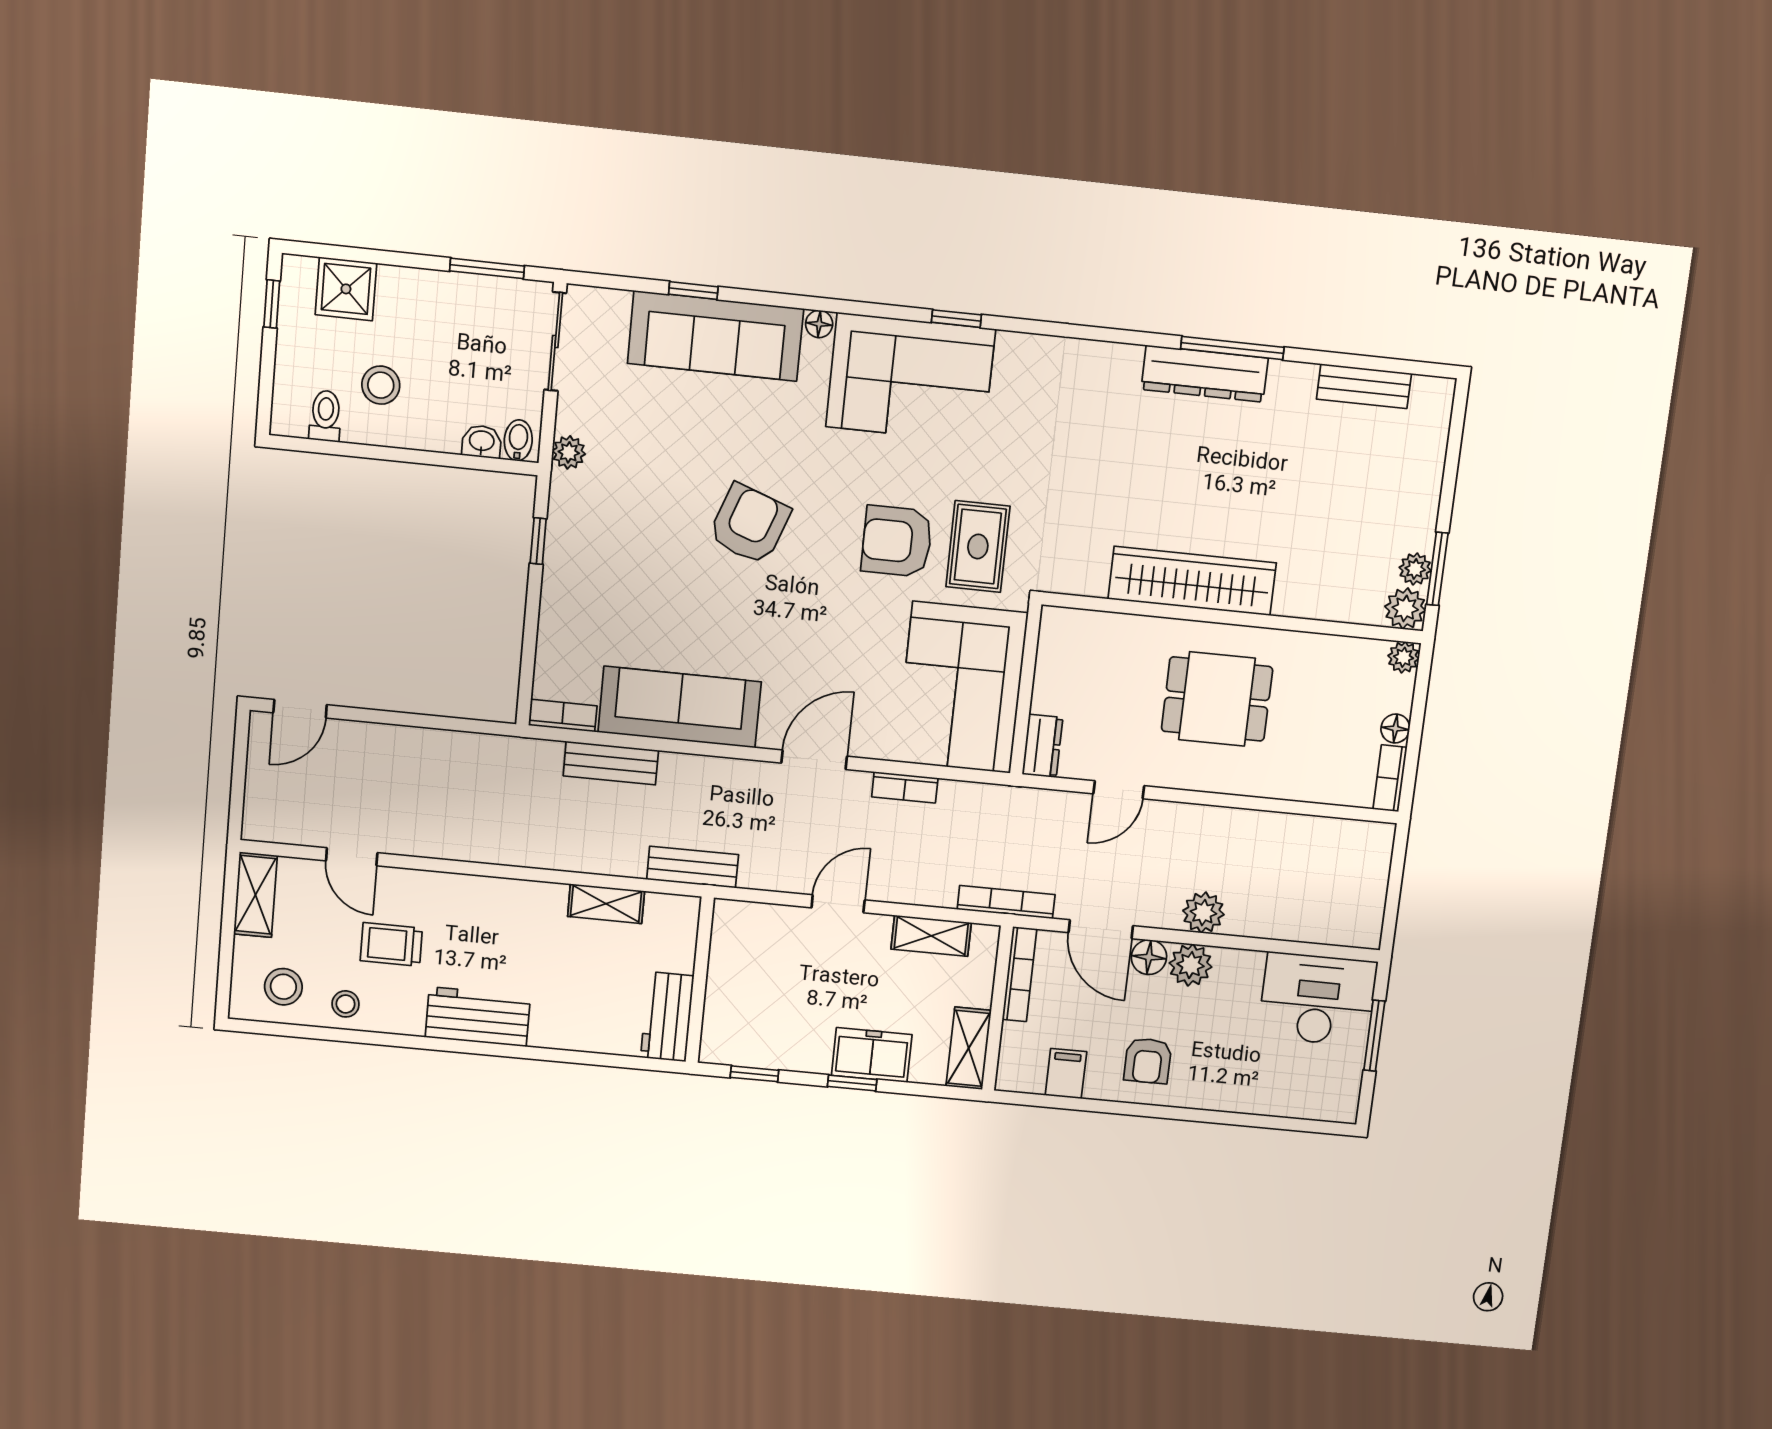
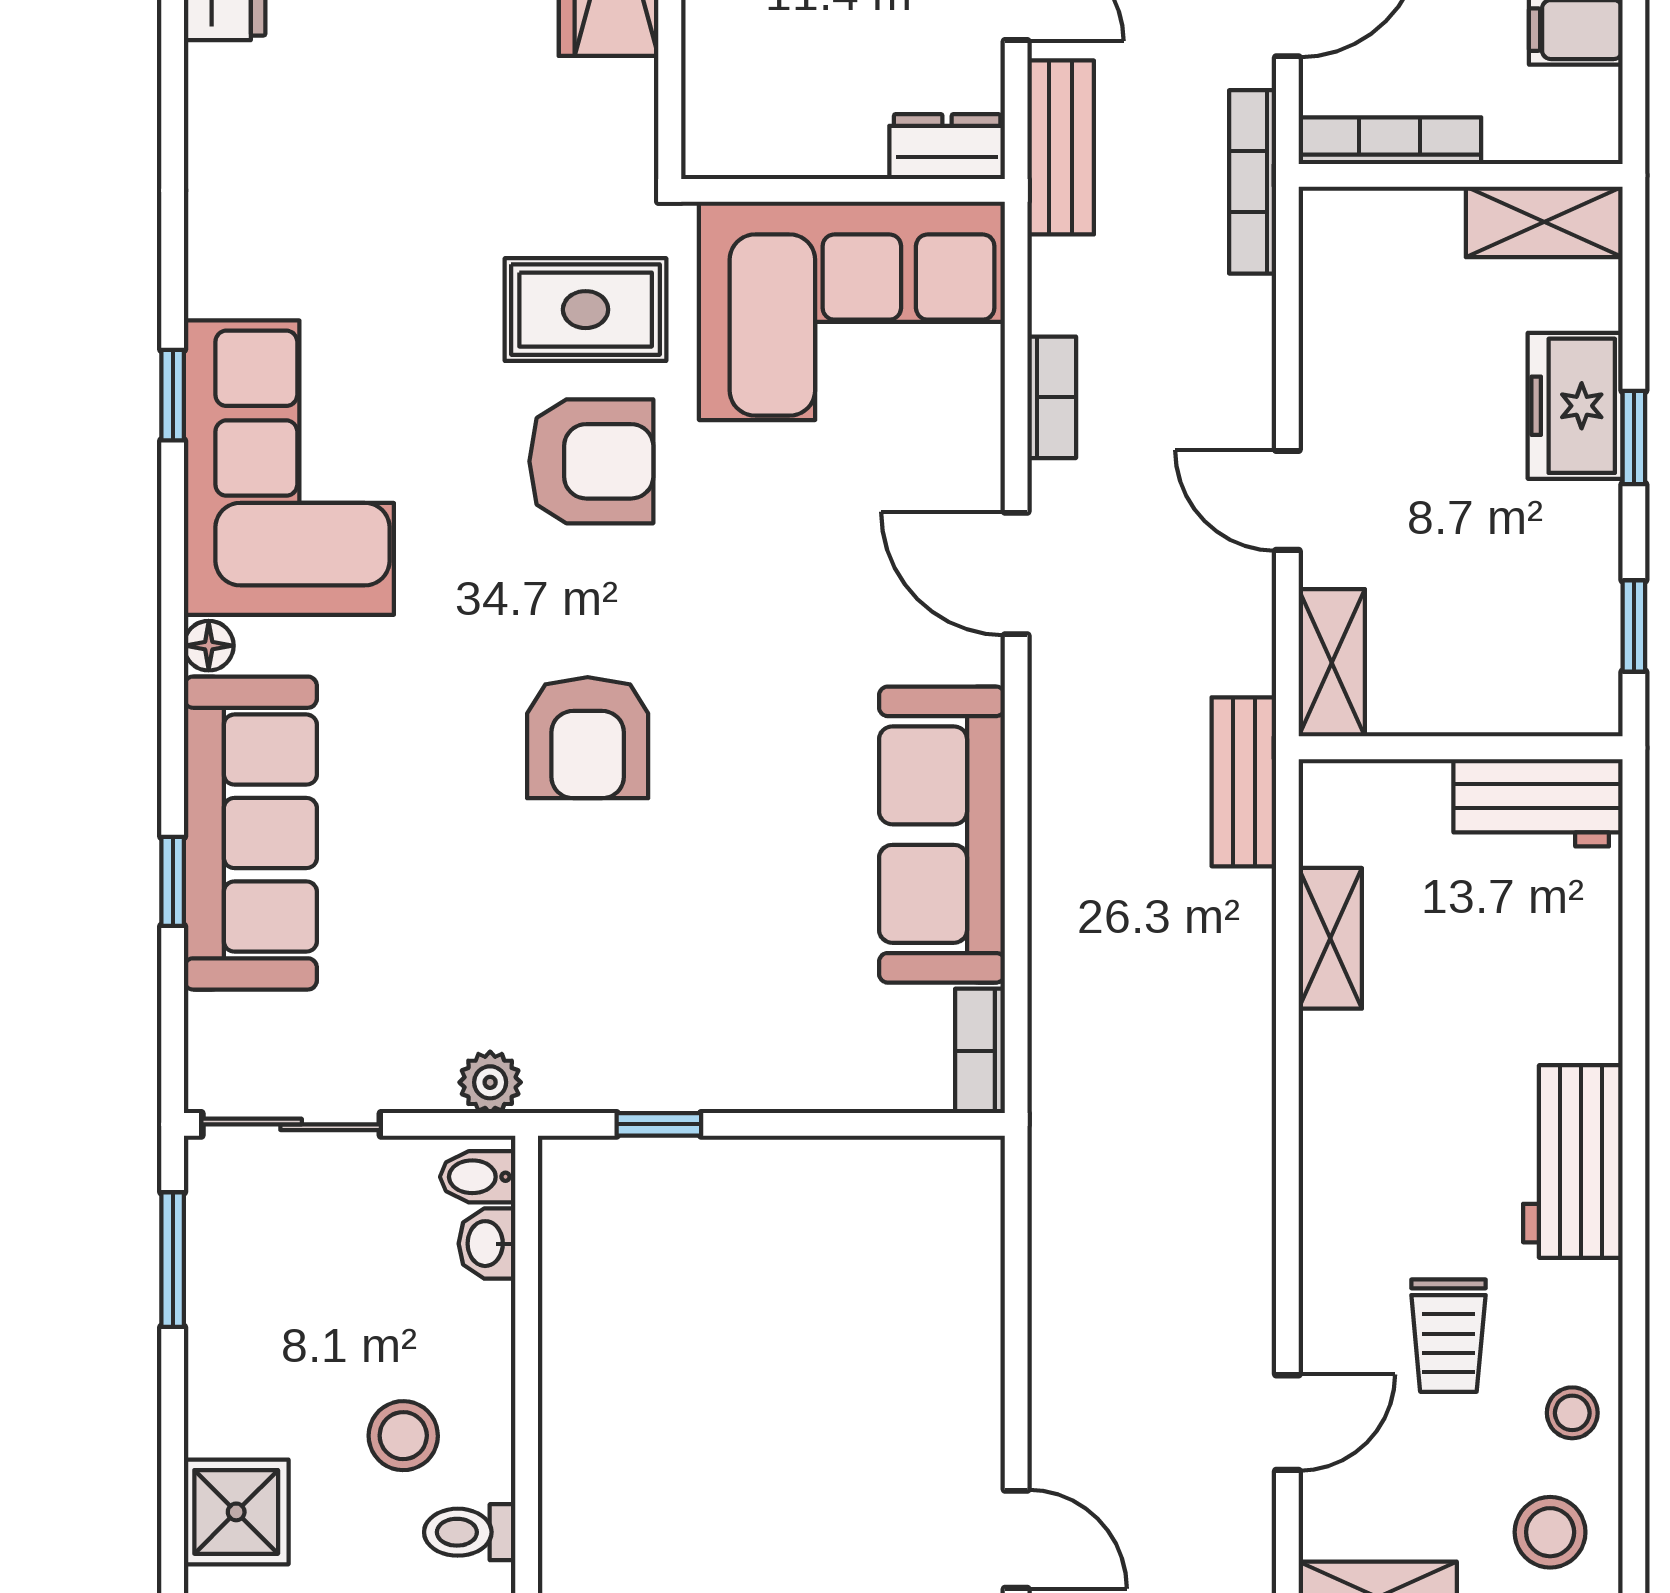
armchair: (749, 524) -> (588, 738), turned -110
armchair: (897, 541) -> (591, 461), turned -90
bench: (611, 763) -> (1061, 147), moved
shelving: (931, 936) -> (1332, 663), moved

